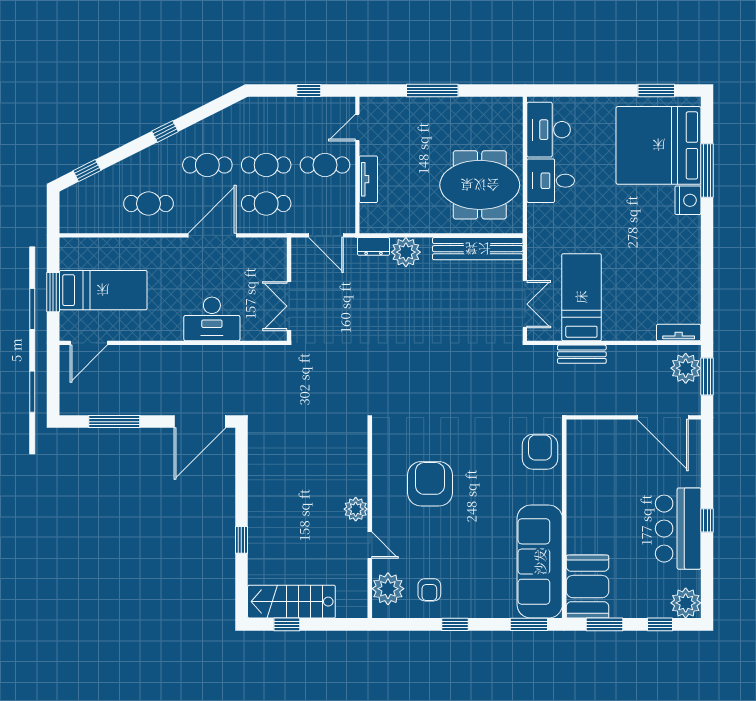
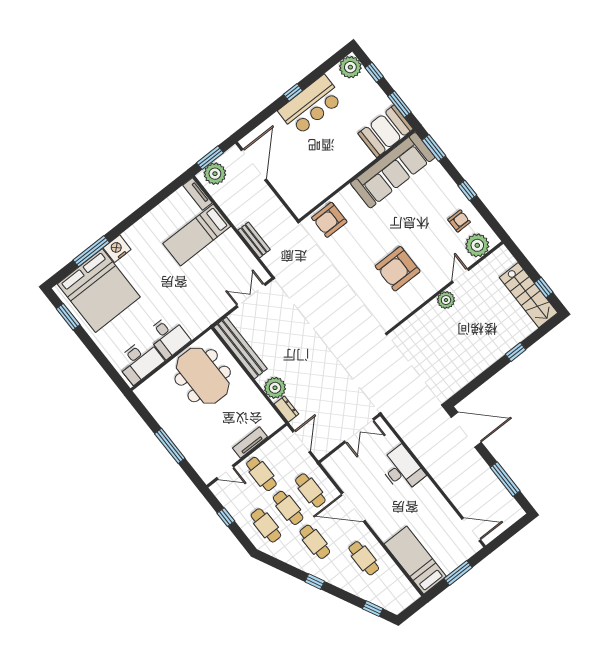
cafe table: (266, 126) -> (266, 525), added
bed: (103, 290) -> (415, 560), moved
bed: (581, 297) -> (197, 235), moved

